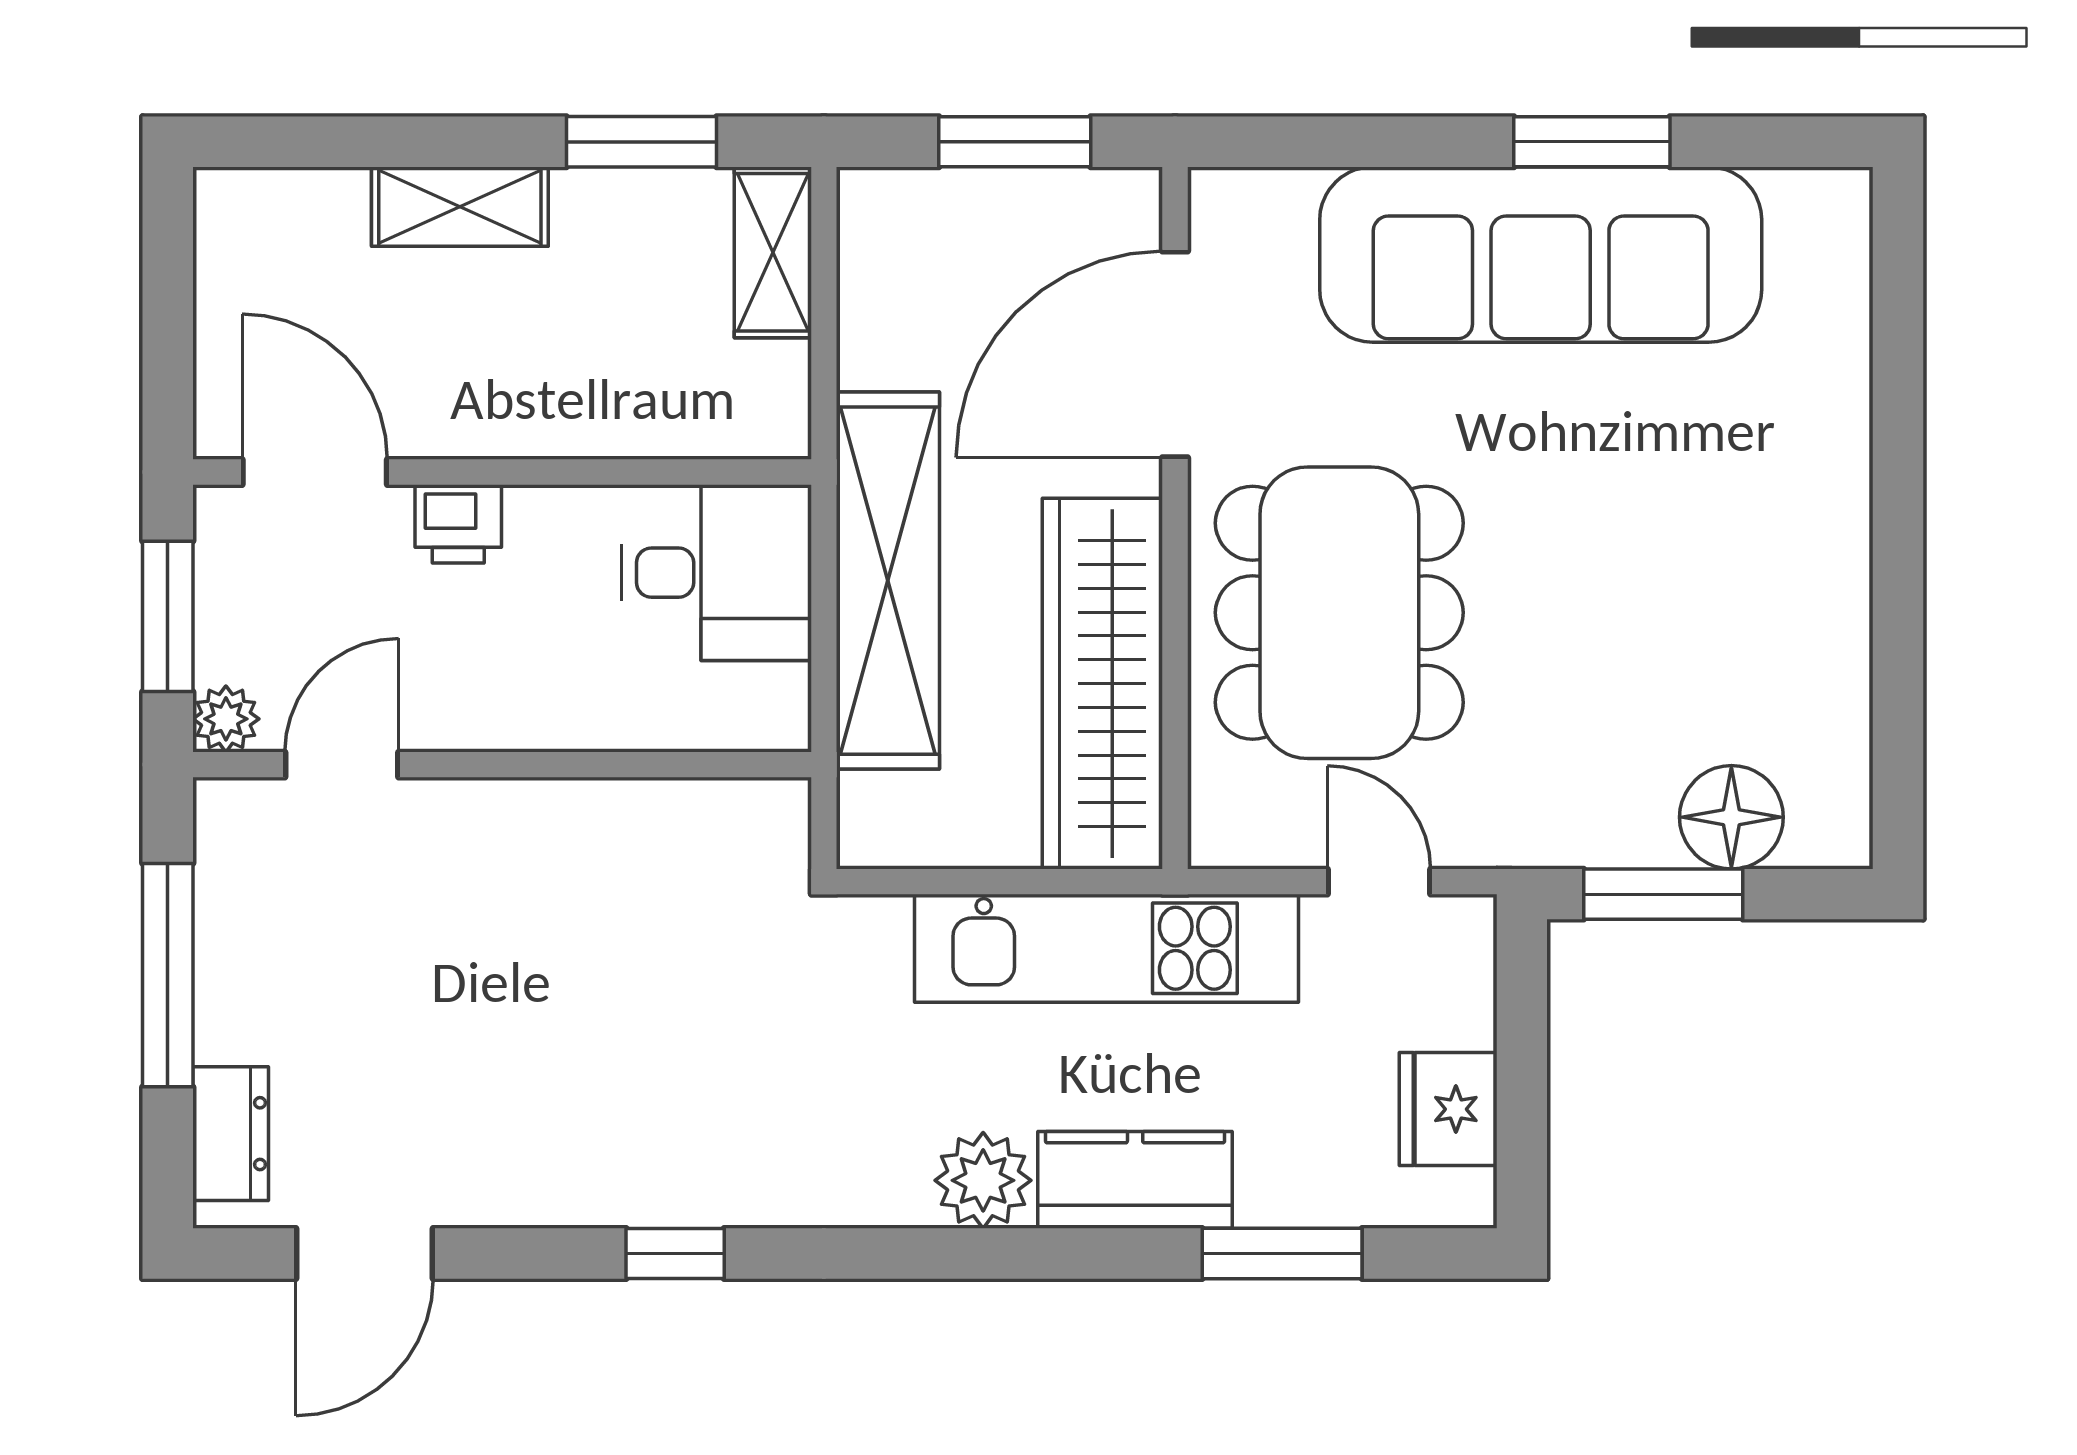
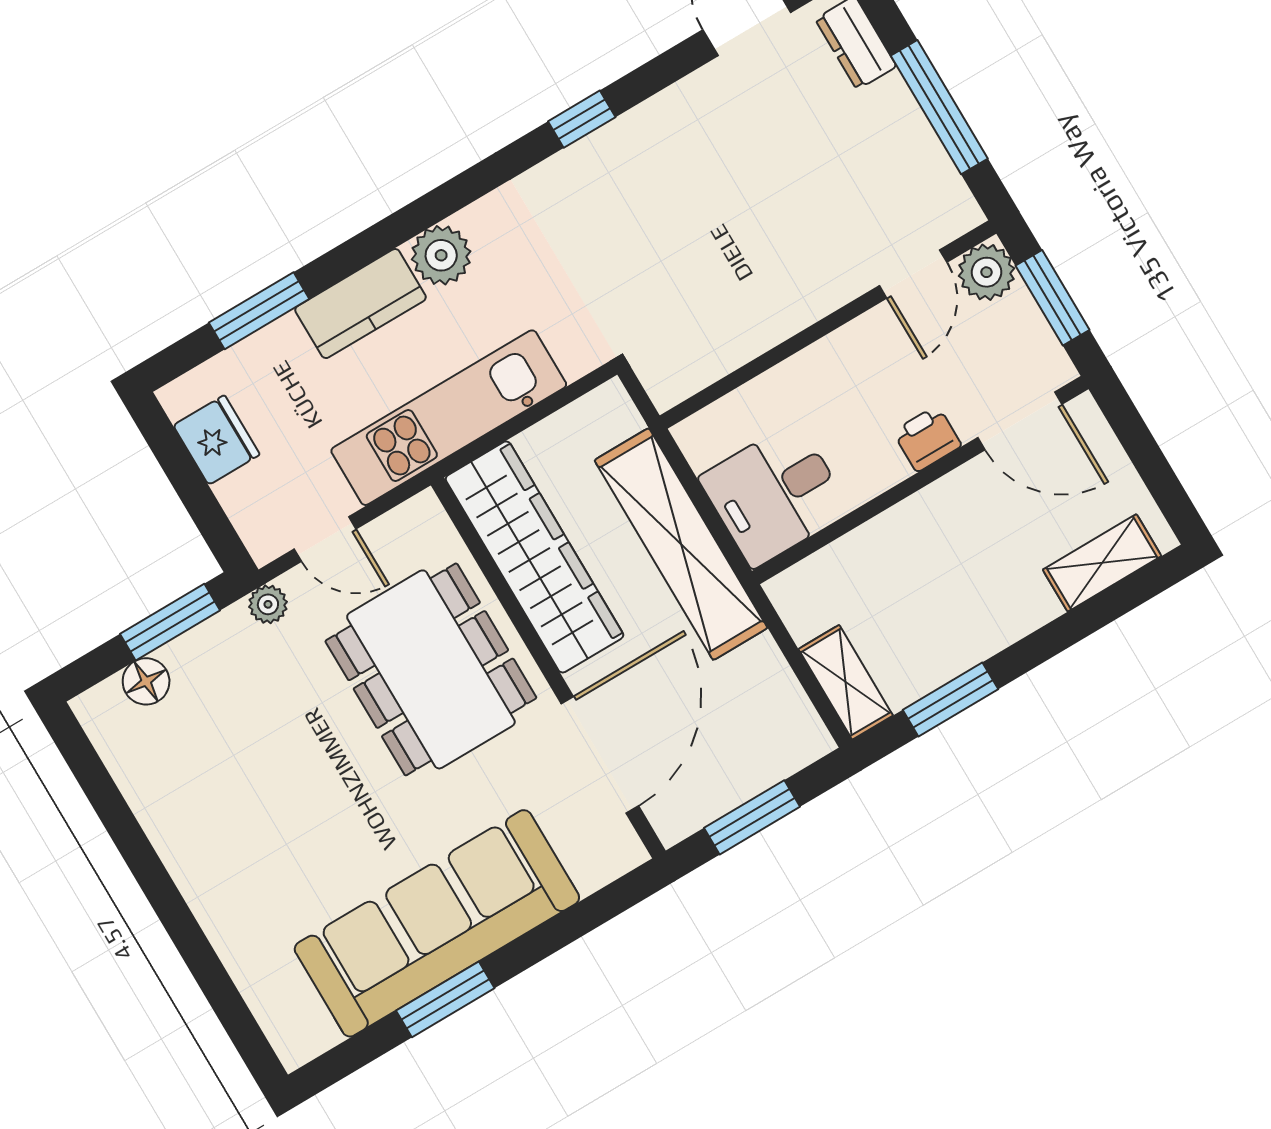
shelving: (460, 207) -> (1102, 563), moved
plant: (226, 719) -> (986, 272), width x1.38, depth x1.38
floor lamp: (1731, 817) -> (146, 681), width x0.73, depth x0.73
plant: (1512, 838) -> (268, 604), added

